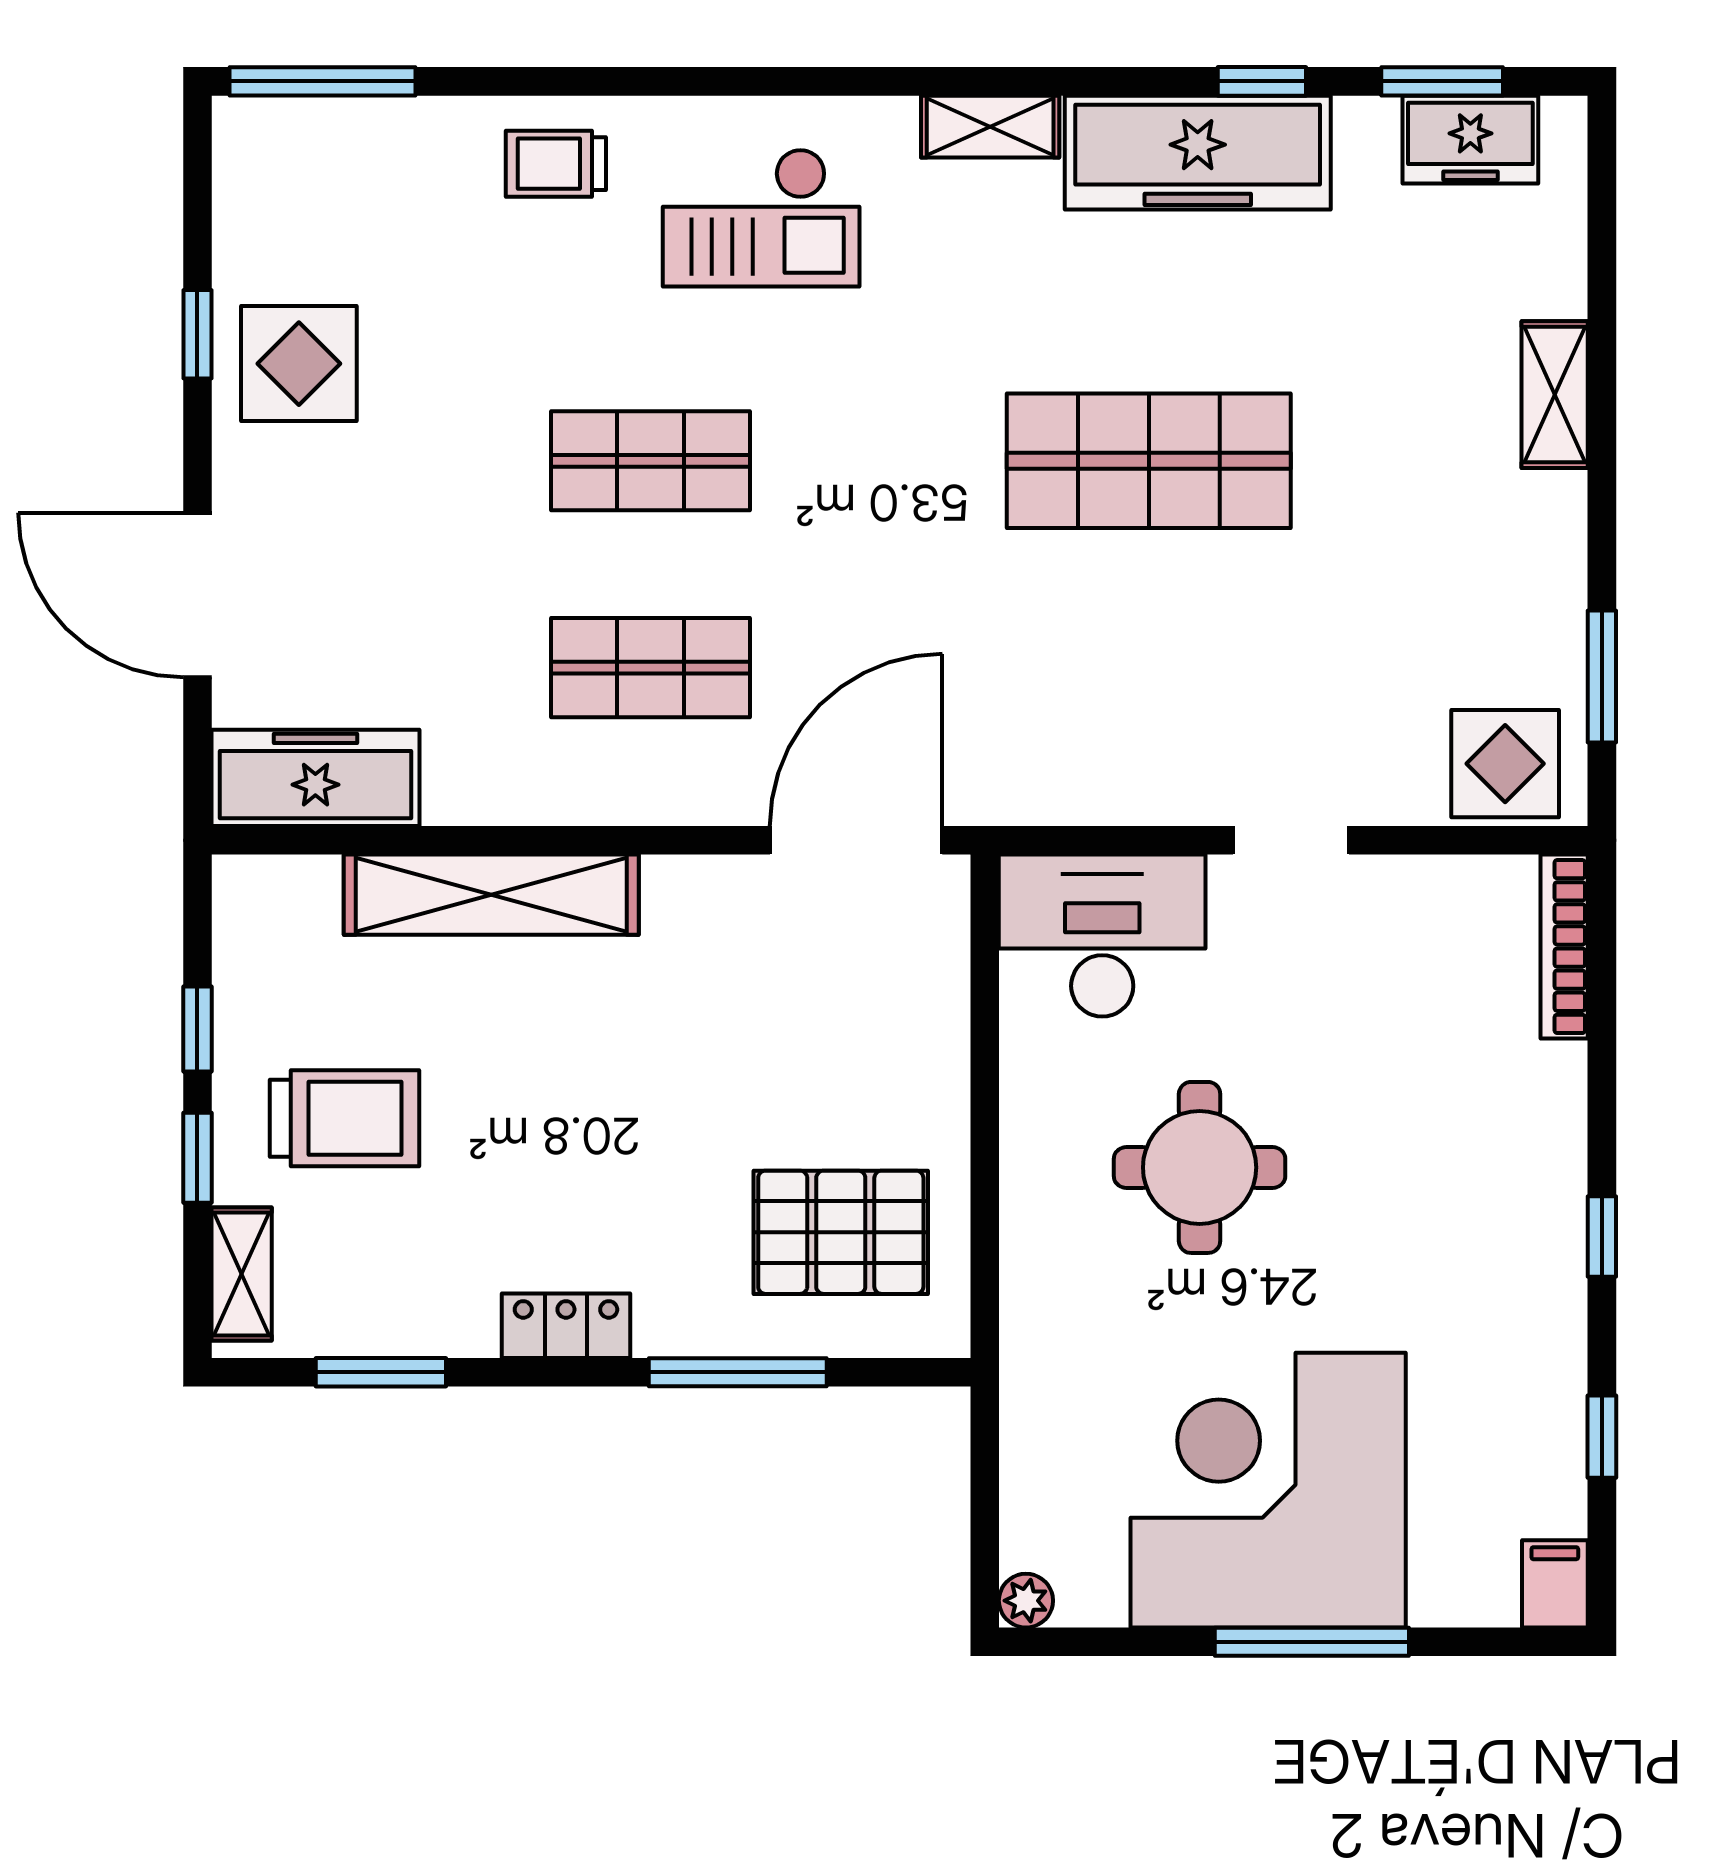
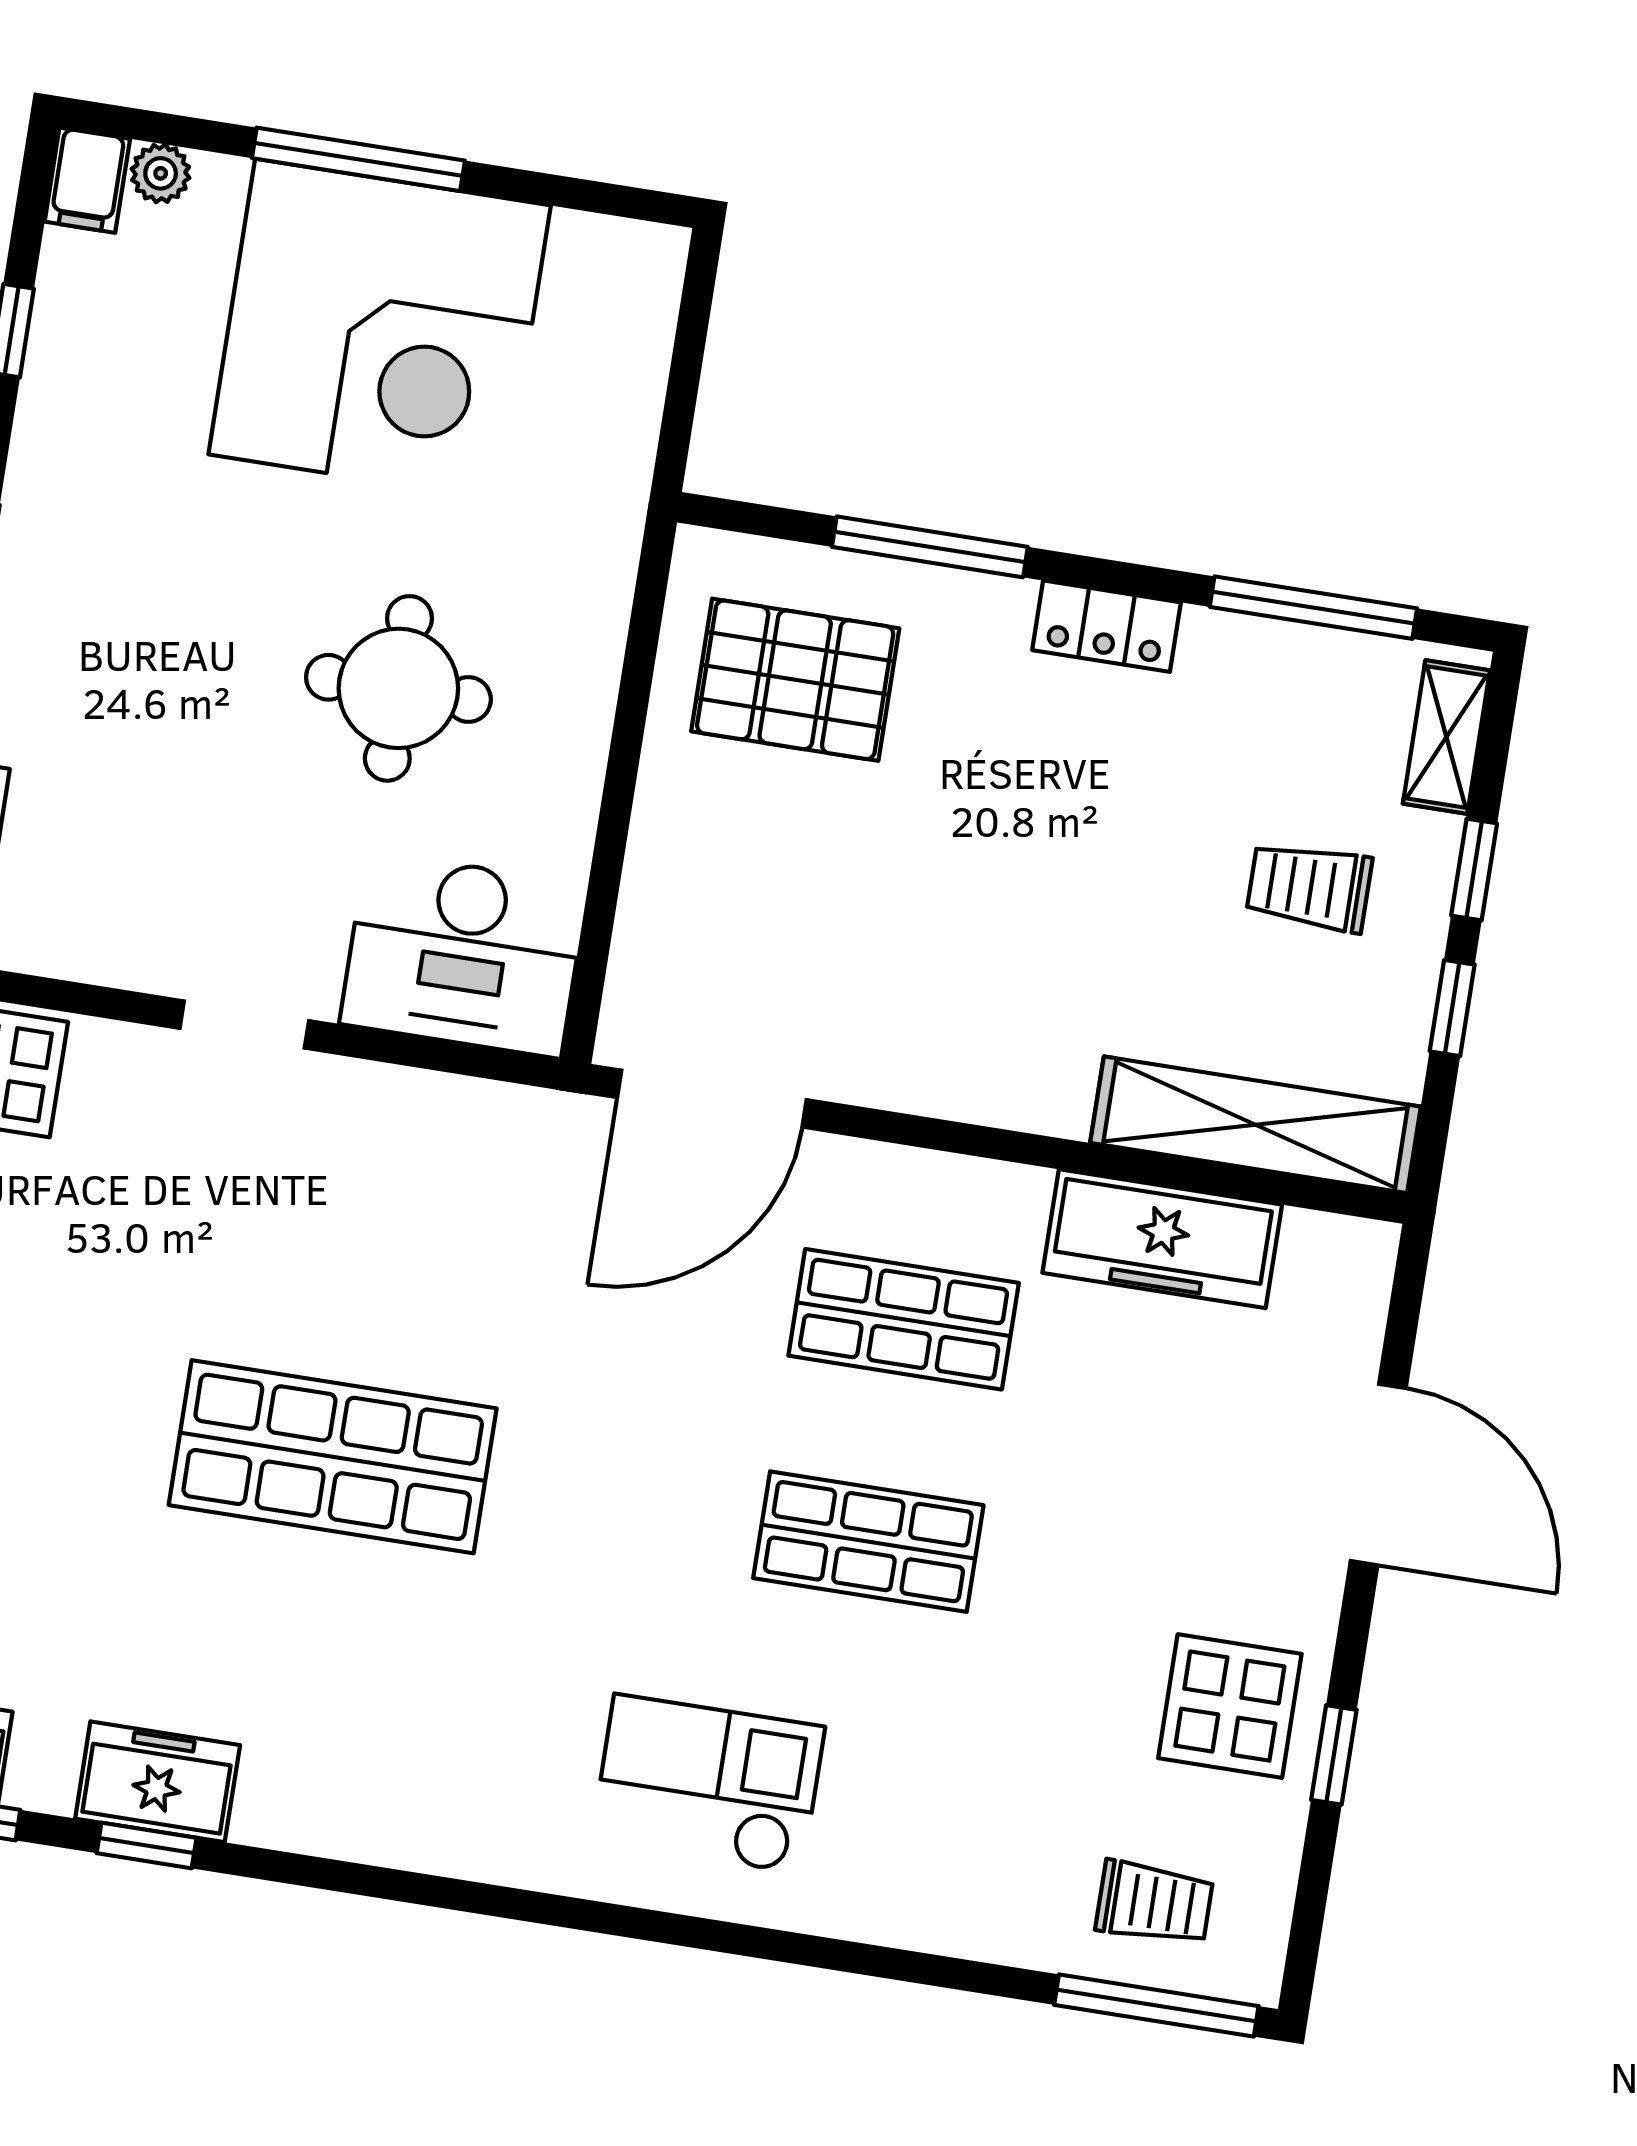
shelving: (990, 127) -> (446, 1843), removed
freezer: (1198, 153) -> (158, 1782), width x0.52, depth x0.79
trolley: (556, 164) -> (1154, 1903), moved
freezer: (315, 778) -> (1162, 1239), moved
shelving: (491, 895) -> (1256, 1125), moved
trolley: (345, 1118) -> (1309, 887), width x0.73, depth x0.72
window: (381, 1372) -> (1313, 608), width x1.44
plant: (1026, 1601) -> (161, 173), moved

